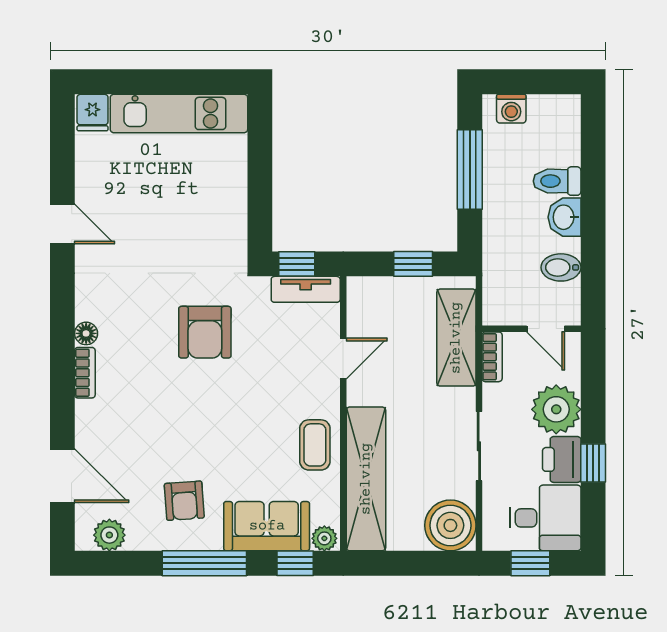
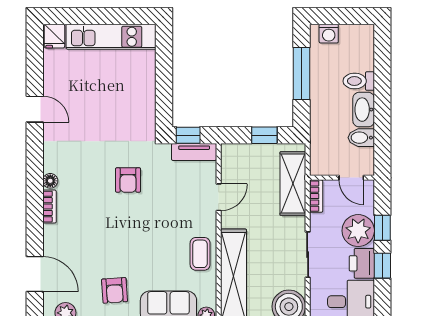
washbasin: (565, 217) -> (364, 110), width x1.38
armchair: (205, 332) -> (128, 180), width x0.72, depth x0.72
window: (593, 405) -> (382, 228), added

